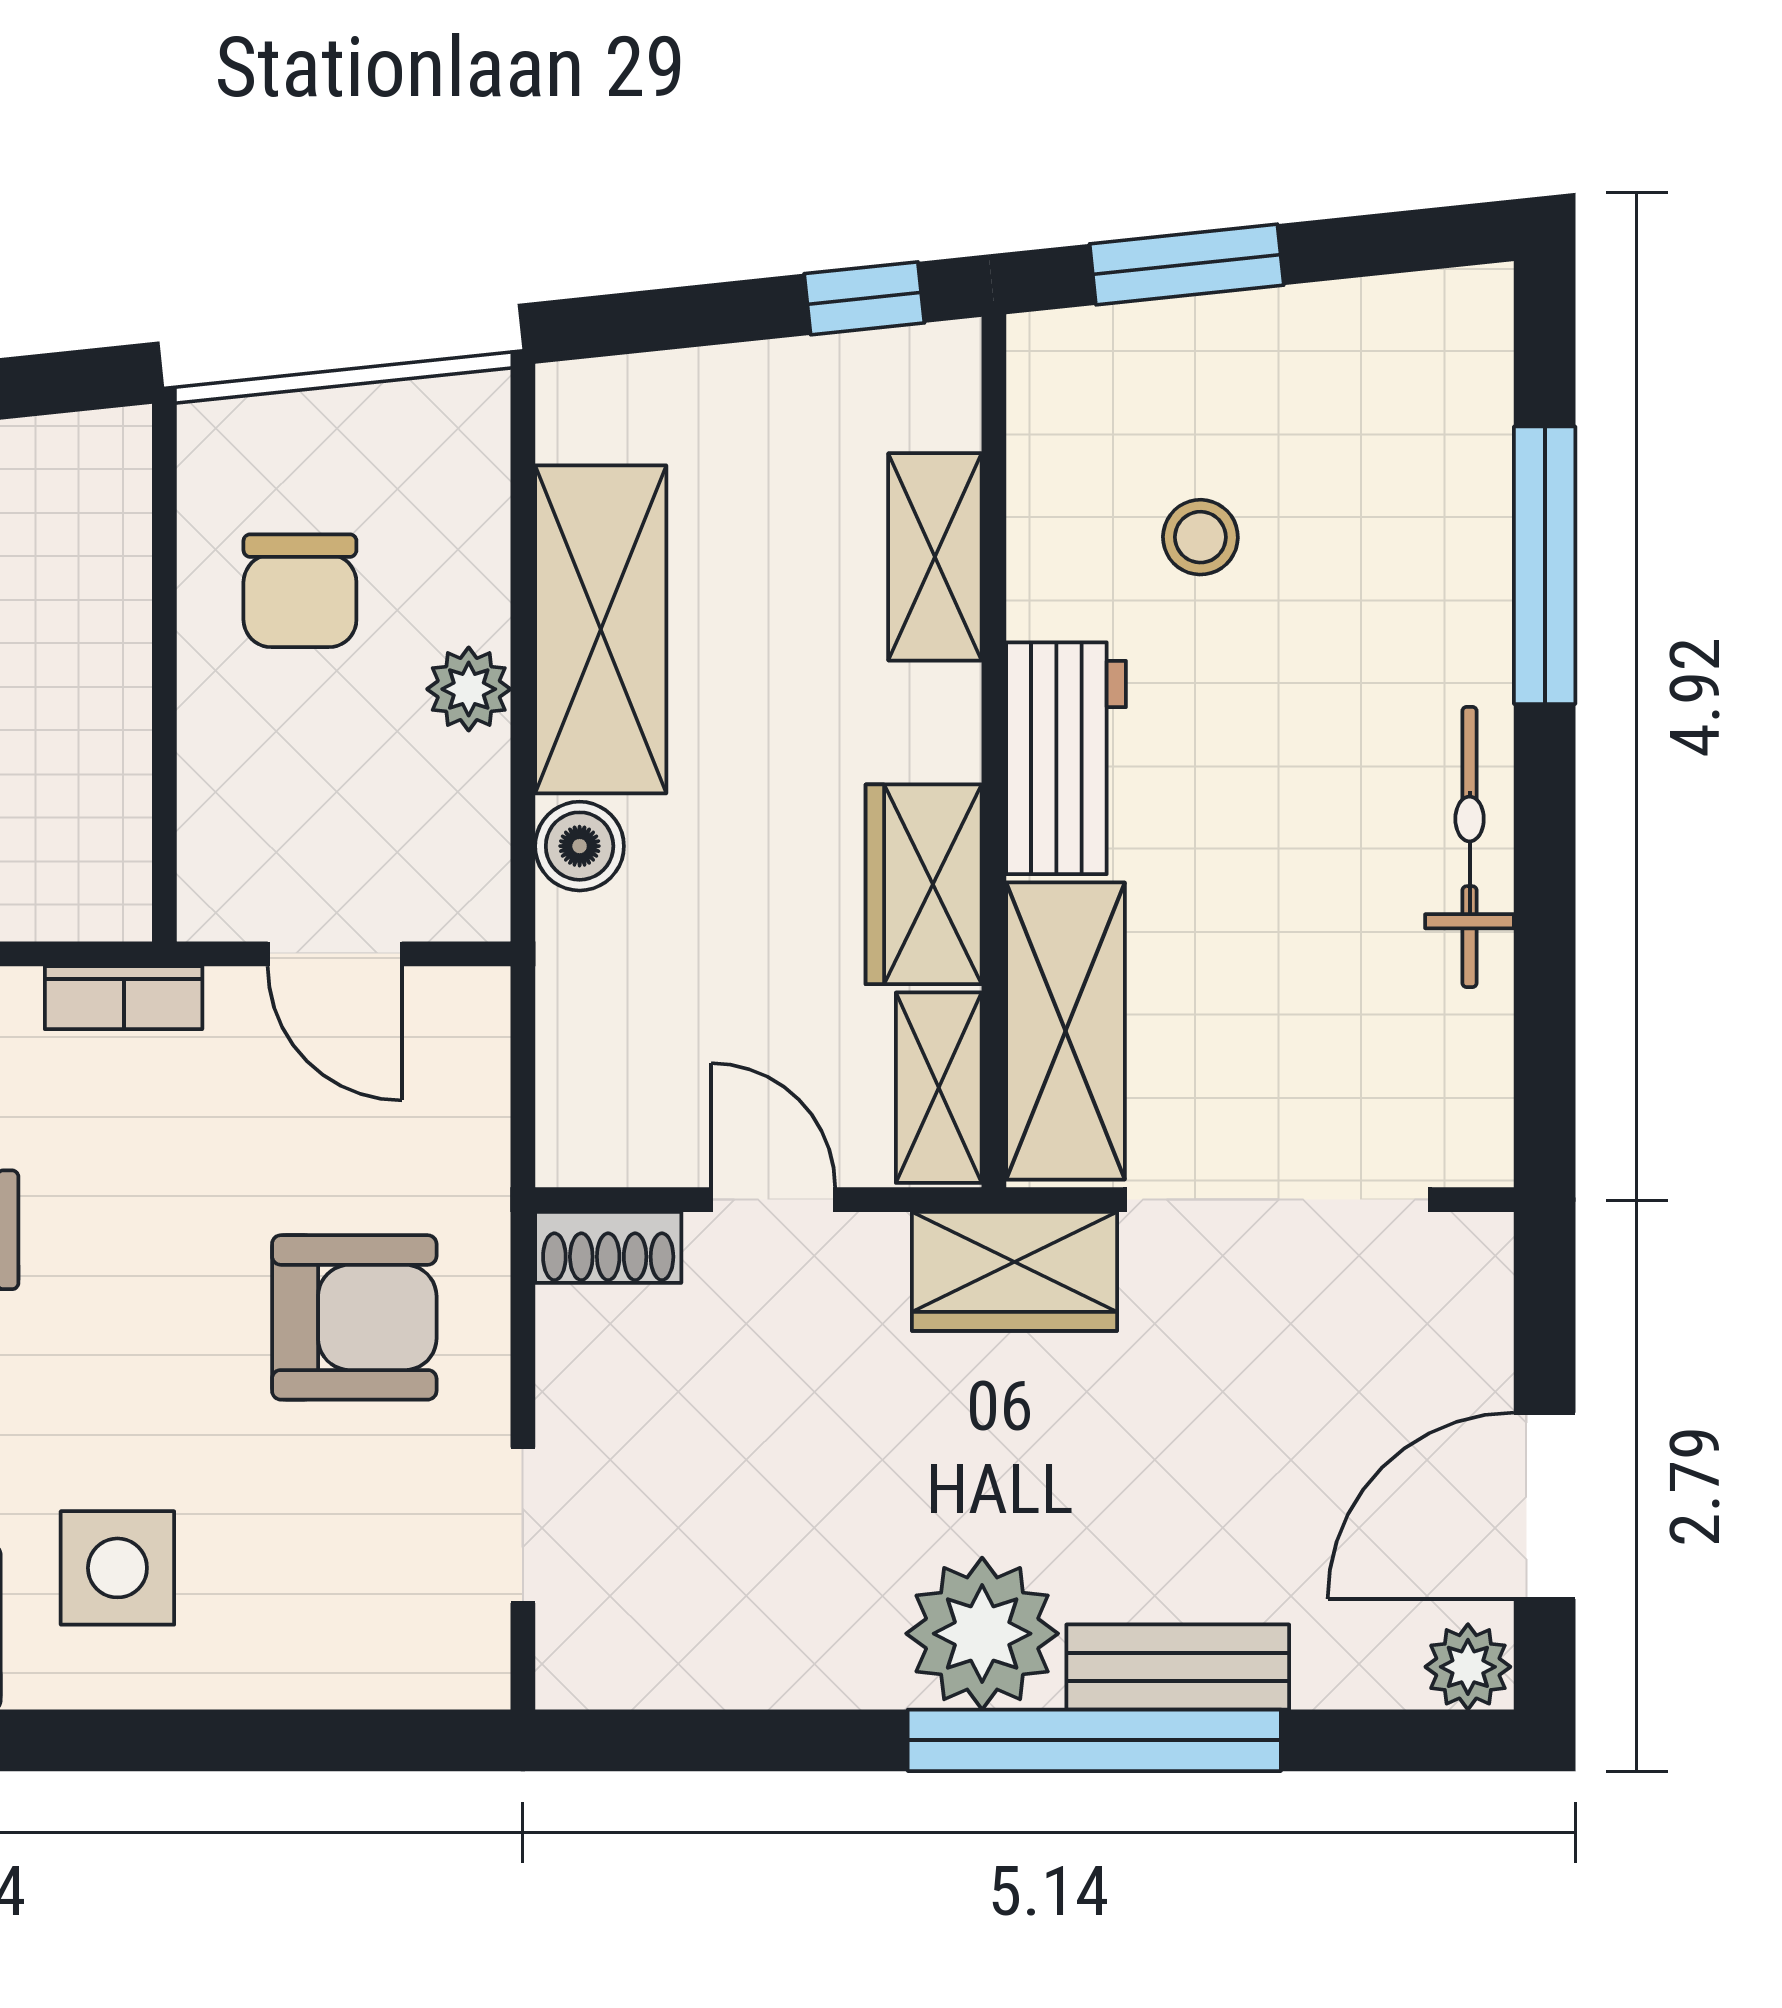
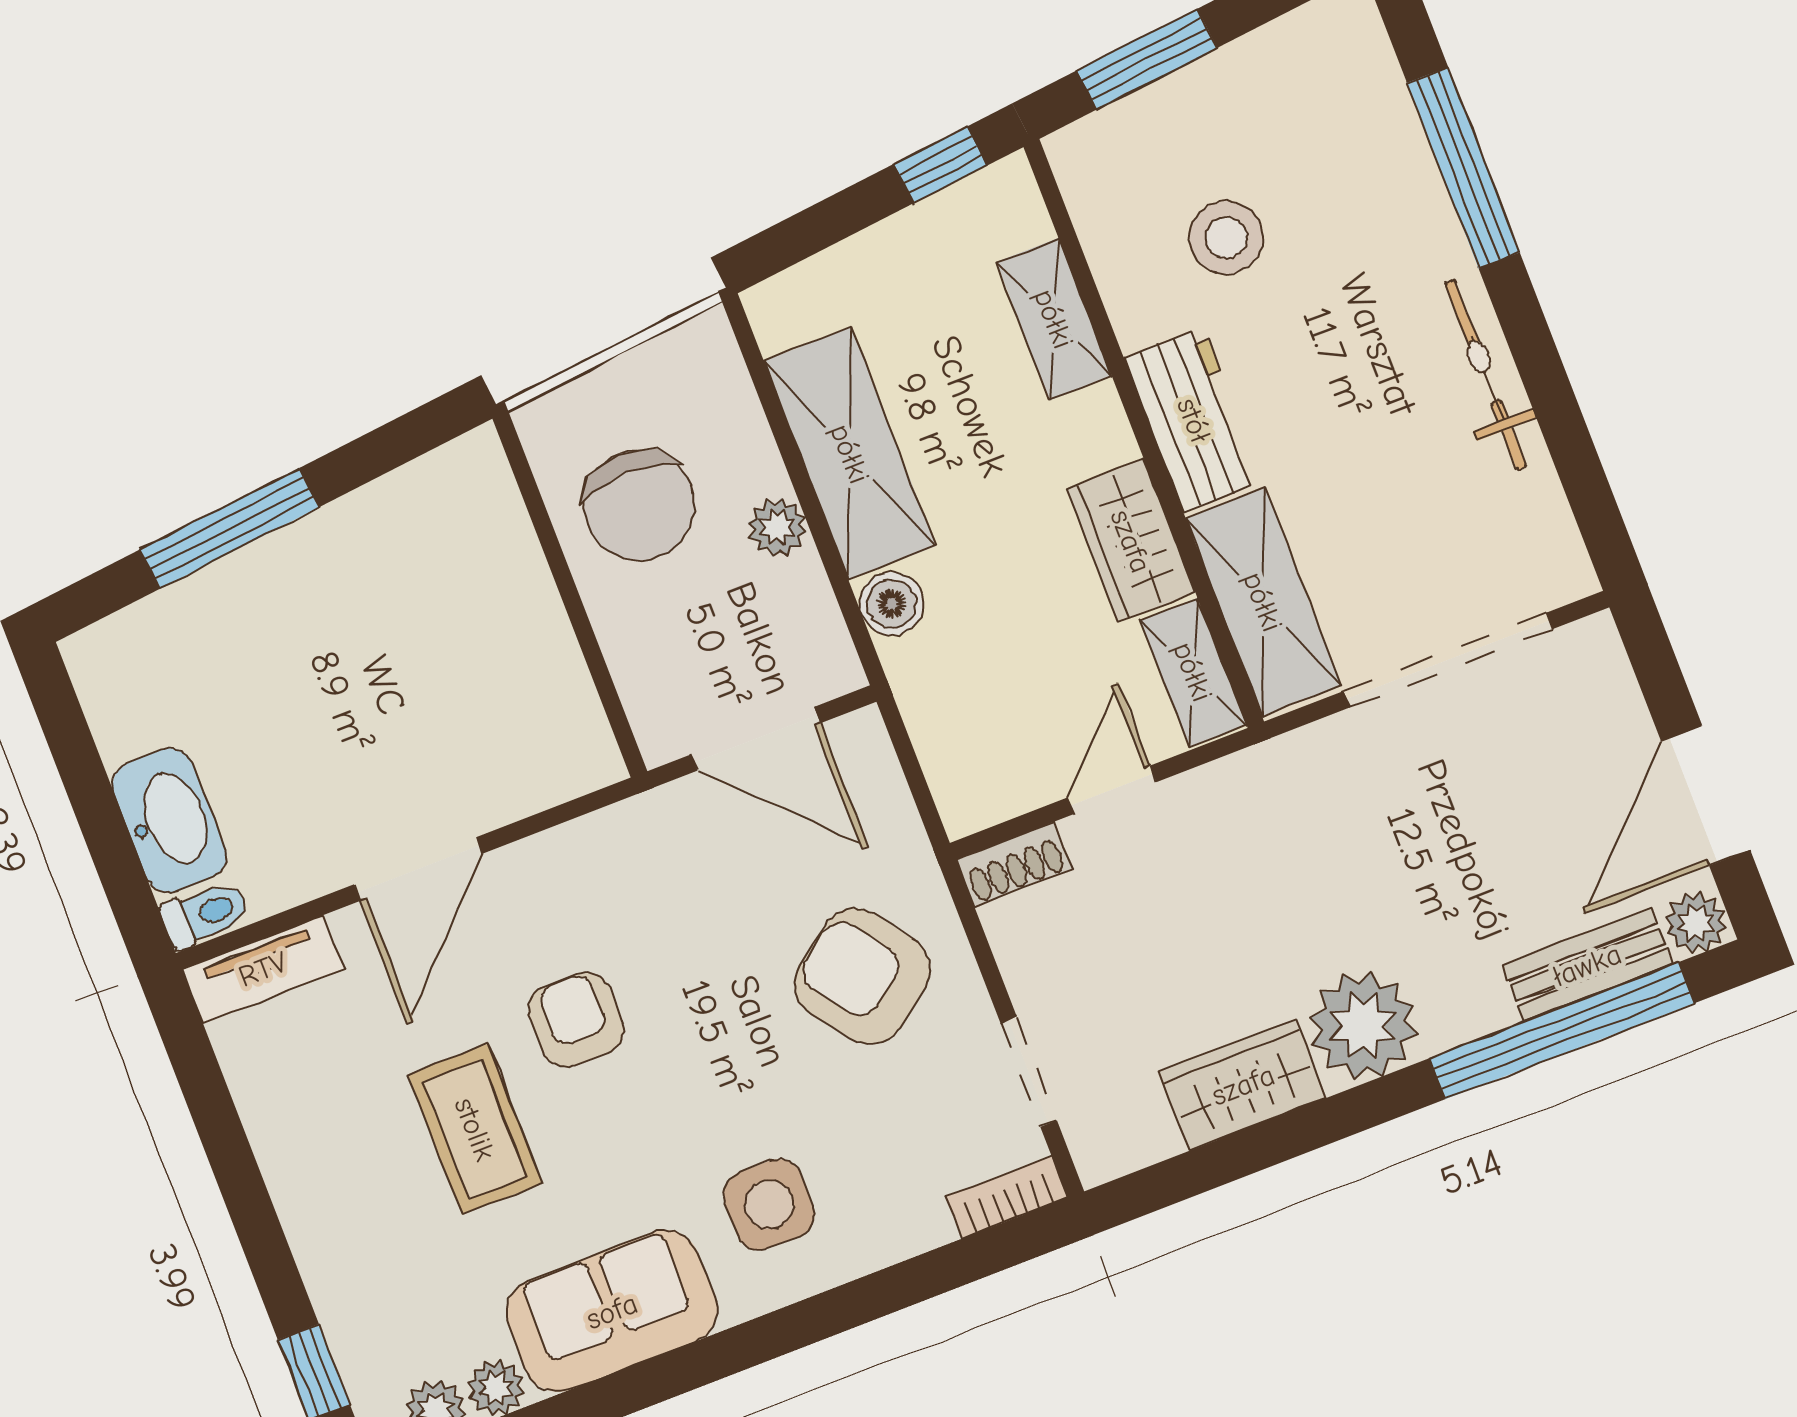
stool: (1200, 537) -> (1226, 238), width x1.37, depth x1.37
chair: (300, 591) -> (639, 505), width x1.37, depth x1.37
door: (335, 954) -> (756, 739), width x1.38
bookcase: (124, 998) -> (1007, 1197), moved, turned 180
door: (773, 1200) -> (1112, 790), hinge flipped
wardrobe: (1015, 1271) -> (1243, 1085), moved, turned 180
armchair: (354, 1317) -> (863, 976), turned -127
bench: (1178, 1667) -> (1587, 965), moved
window: (1094, 1740) -> (1562, 1031), moved

